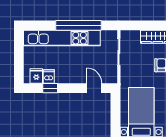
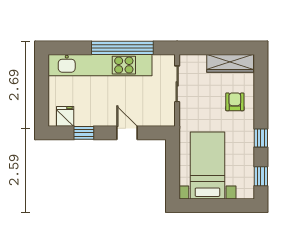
dishwasher: (49, 76) -> (82, 117), removed
door: (94, 88) -> (127, 133), moved

